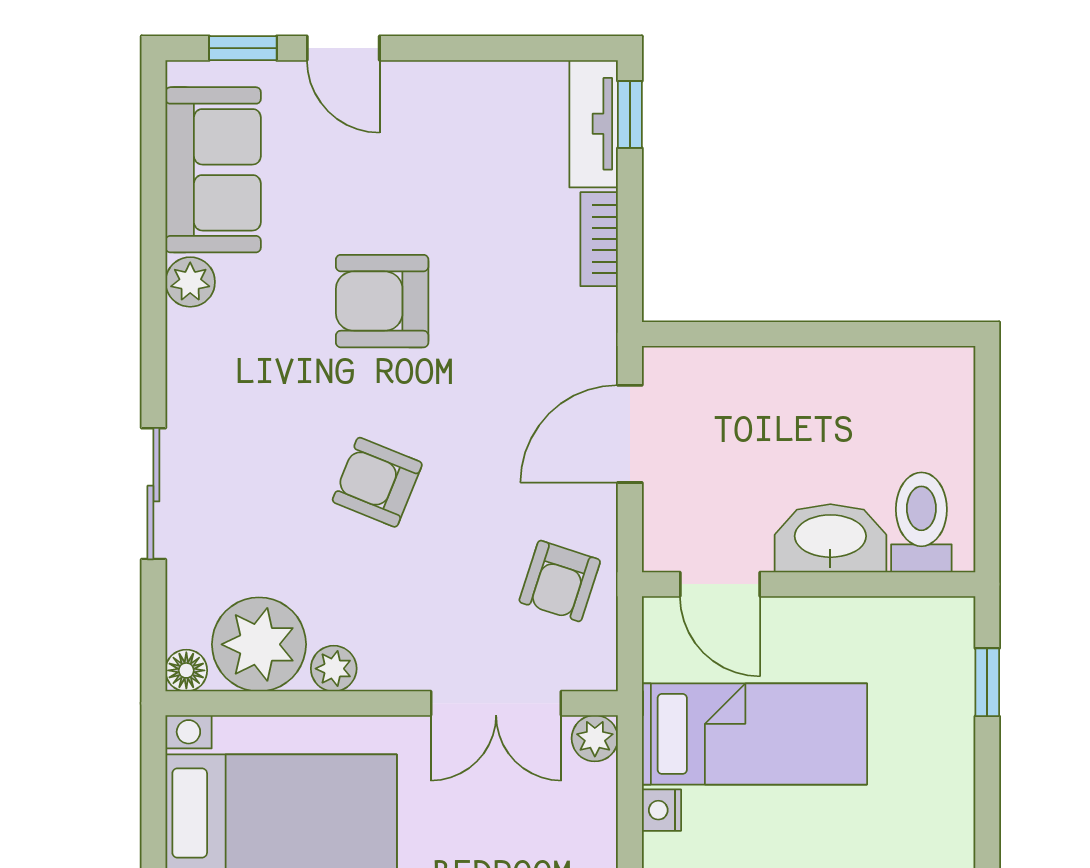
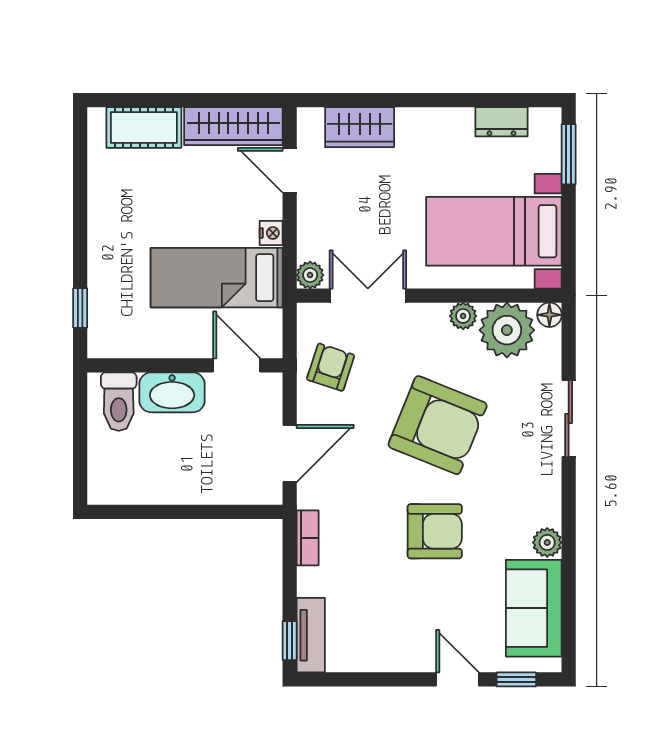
bookcase: (599, 239) -> (308, 538), moved
armchair: (377, 482) -> (438, 425), width x1.88, depth x1.88

